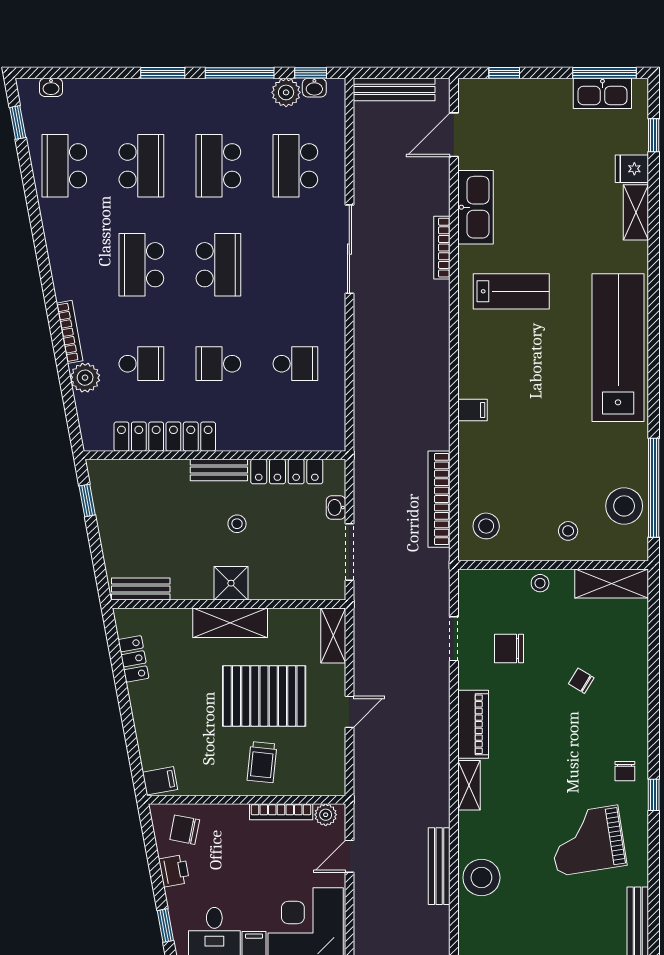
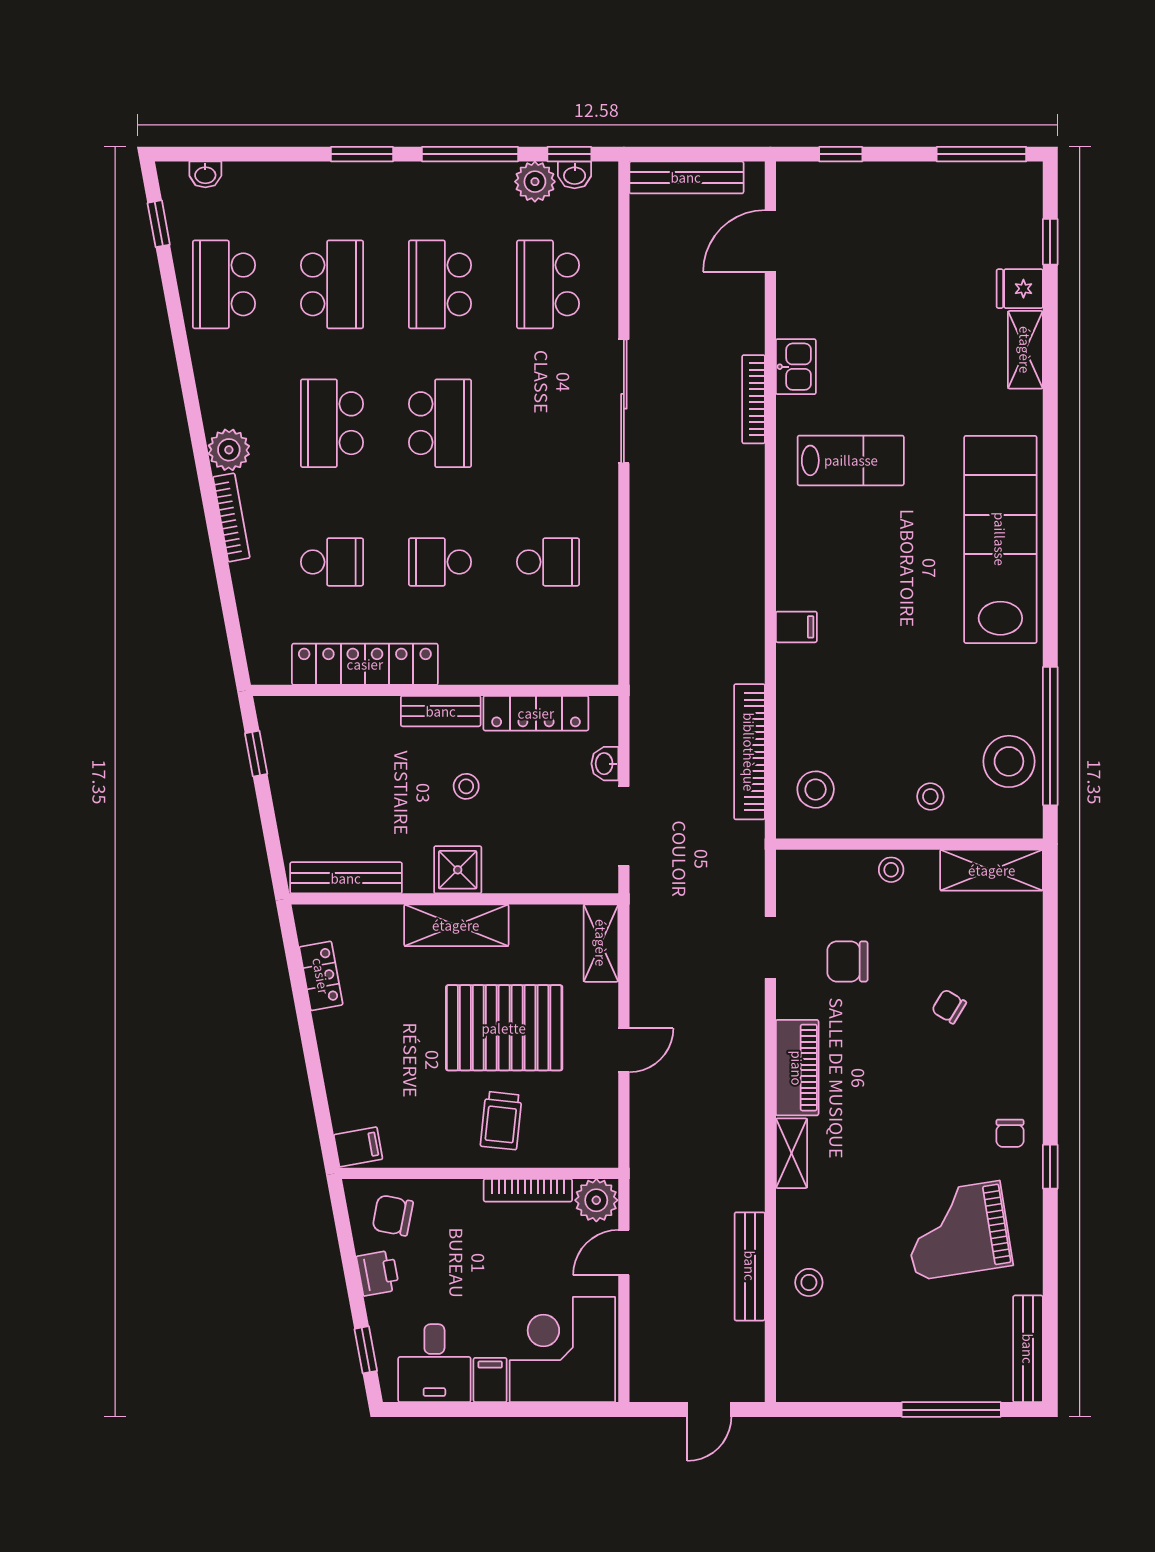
kitchen sink: (602, 93) -> (979, 183), removed
kitchen sink: (476, 207) -> (796, 367), width x0.53, depth x0.81
plant: (85, 378) -> (229, 450), moved
bench: (141, 589) -> (346, 878), width x1.36
plant: (326, 815) -> (596, 1200), width x1.38, depth x1.38
stool: (481, 878) -> (809, 1282), width x0.53, depth x0.53

